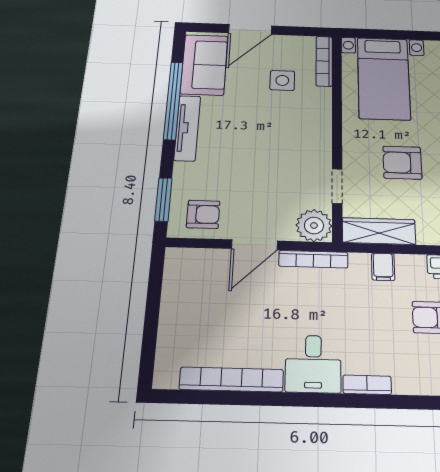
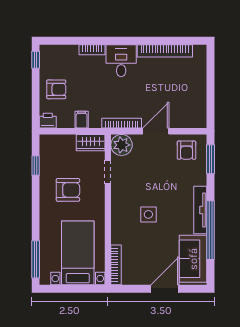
side table: (282, 80) -> (148, 214), moved
armchair: (203, 214) -> (187, 150), turned -90
wardrobe: (379, 231) -> (91, 143), width x0.67

